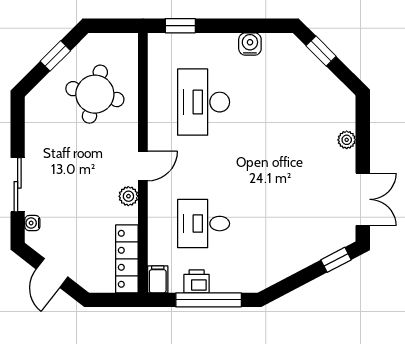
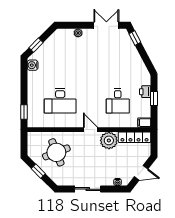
water cooler: (250, 44) -> (33, 65), moved
round table: (95, 94) -> (56, 152), turned -35
sliding door: (18, 185) -> (88, 189), moved
plant: (128, 196) -> (109, 140), width x1.88, depth x1.88
printer: (197, 281) -> (145, 92), moved
window: (209, 300) -> (154, 98), width x0.46

